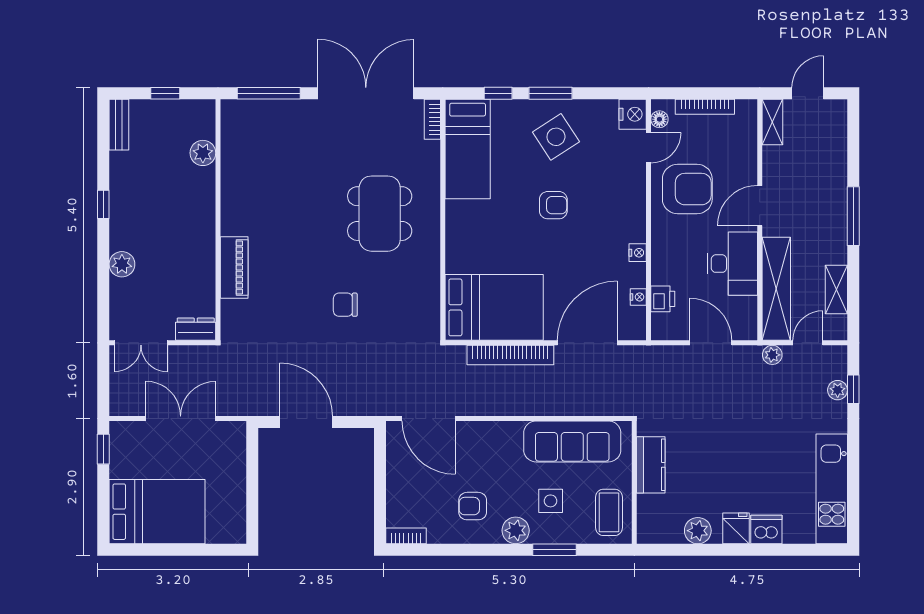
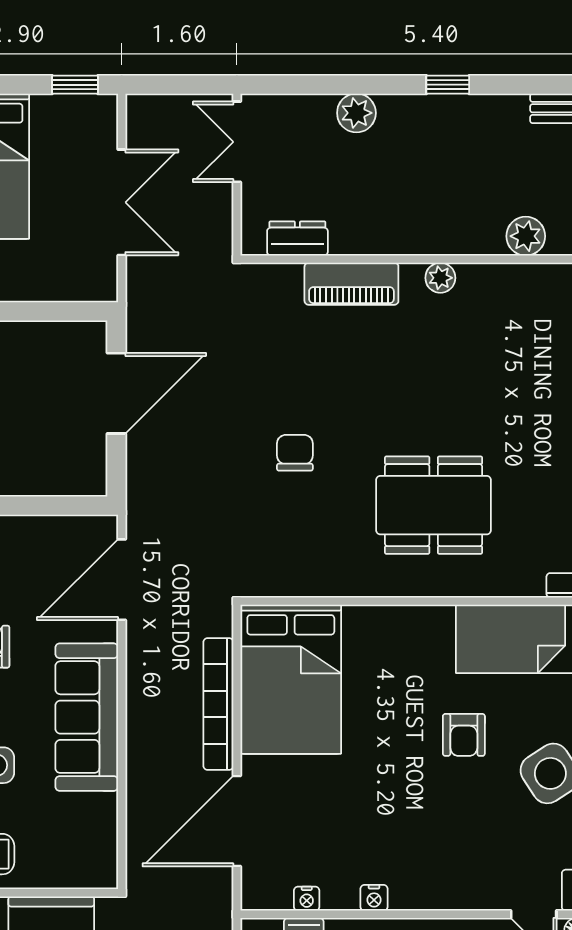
armchair: (553, 205) -> (464, 735), moved
plant: (230, 209) -> (440, 278), added
dresser: (196, 329) -> (297, 238), moved, turned -90
door: (587, 343) -> (237, 821), swing flipped
sofa: (572, 441) -> (87, 717), moved

